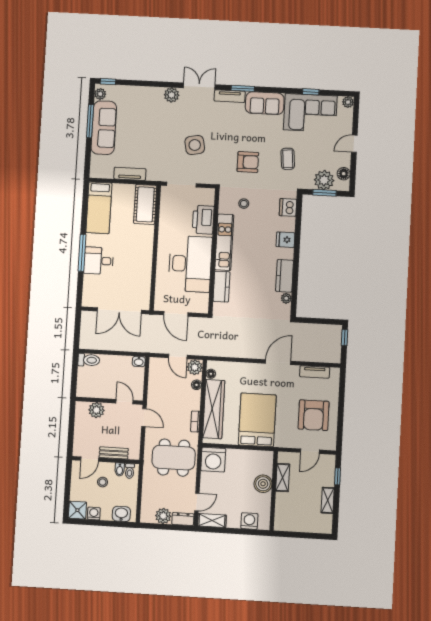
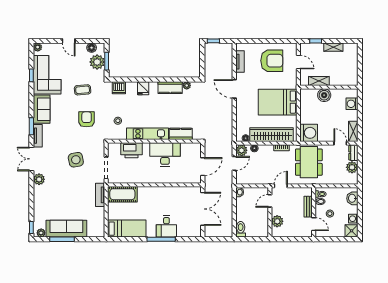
tv unit: (130, 174) -> (100, 195), moved
desk: (190, 264) -> (165, 154), width x0.73, depth x0.77

